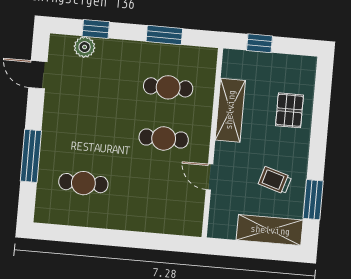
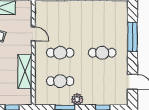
plant: (85, 47) -> (77, 99), moved
cafe table: (83, 183) -> (102, 53), moved

